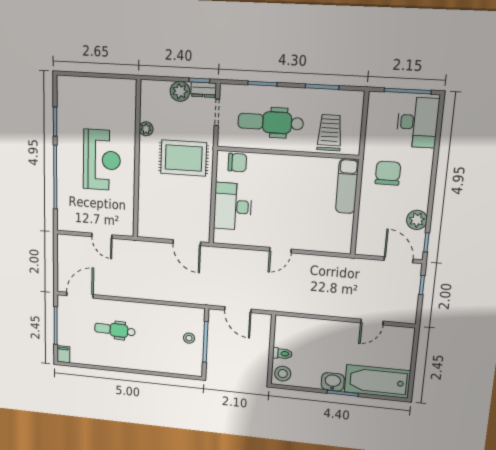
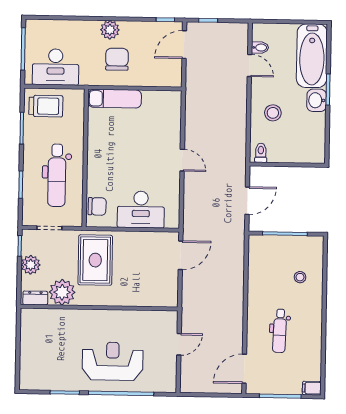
dresser: (204, 90) -> (35, 298), moved, turned -90
desk: (418, 122) -> (56, 67), moved, turned 180
plant: (146, 129) -> (62, 292), width x1.87, depth x1.87
trolley: (330, 133) -> (46, 106), moved, turned 180
reception desk: (102, 160) -> (113, 361), moved
chair: (237, 163) -> (97, 206), turned 91
chair: (388, 173) -> (117, 59), moved, turned 90
plant: (417, 220) -> (110, 30), moved
door: (80, 295) -> (244, 369), hinge flipped
bidet: (389, 333) -> (260, 48), added
stool: (189, 338) -> (300, 277), moved
toilet: (282, 354) -> (261, 153), moved
stool: (283, 374) -> (273, 113), moved

